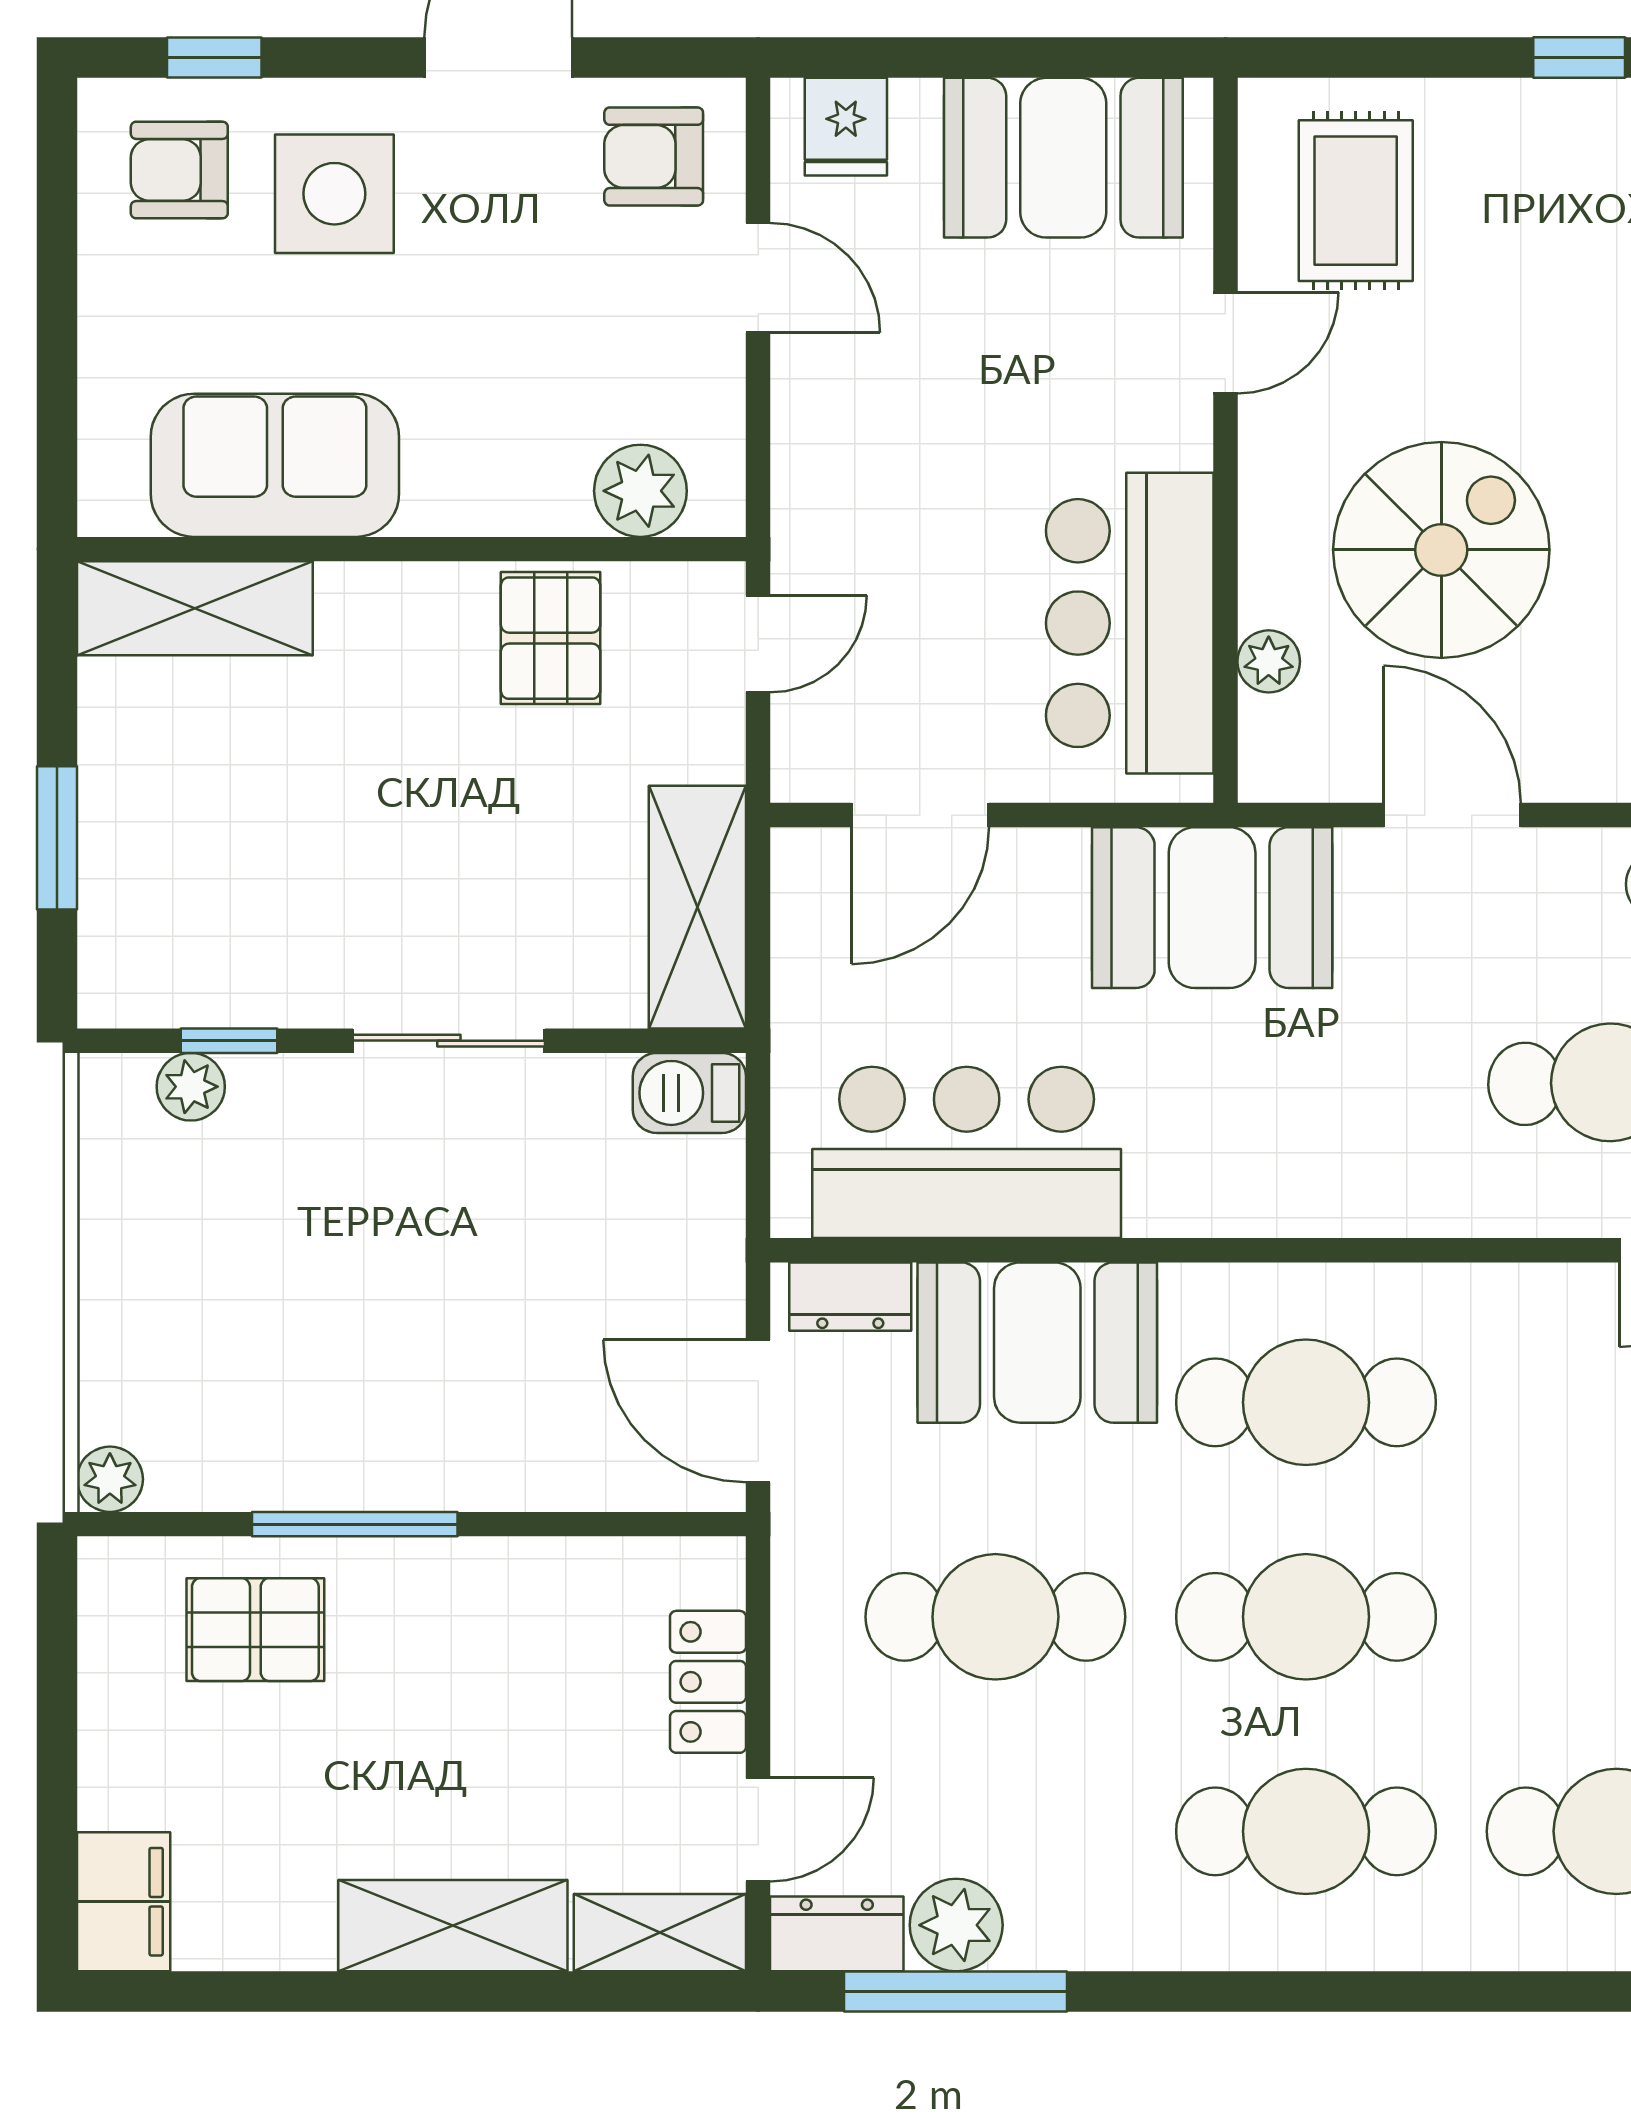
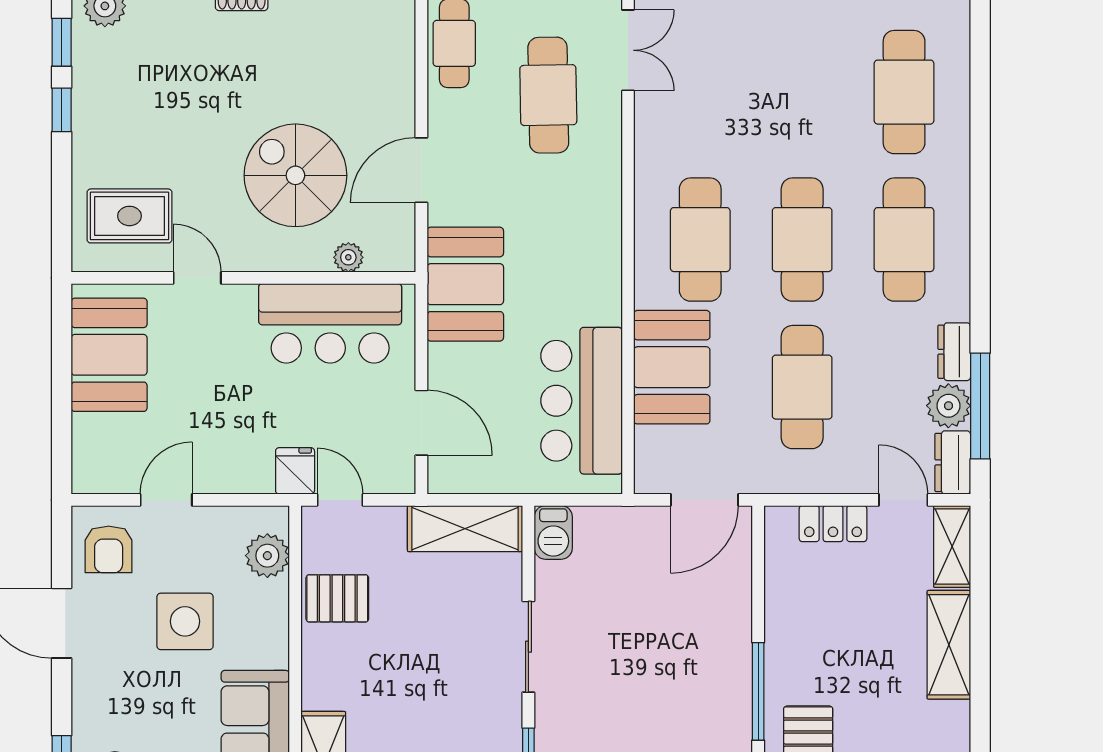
fridge: (846, 127) -> (295, 471), moved, turned -90
side table: (334, 194) -> (185, 621), moved
dresser: (850, 1297) -> (954, 352), moved, turned 180

